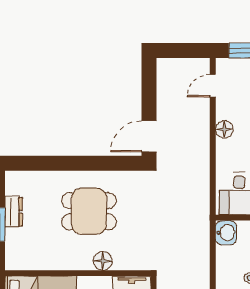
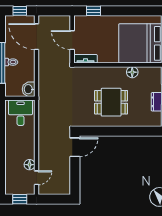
floor lamp: (224, 129) -> (30, 165), moved
floor lamp: (103, 261) -> (132, 72), moved

